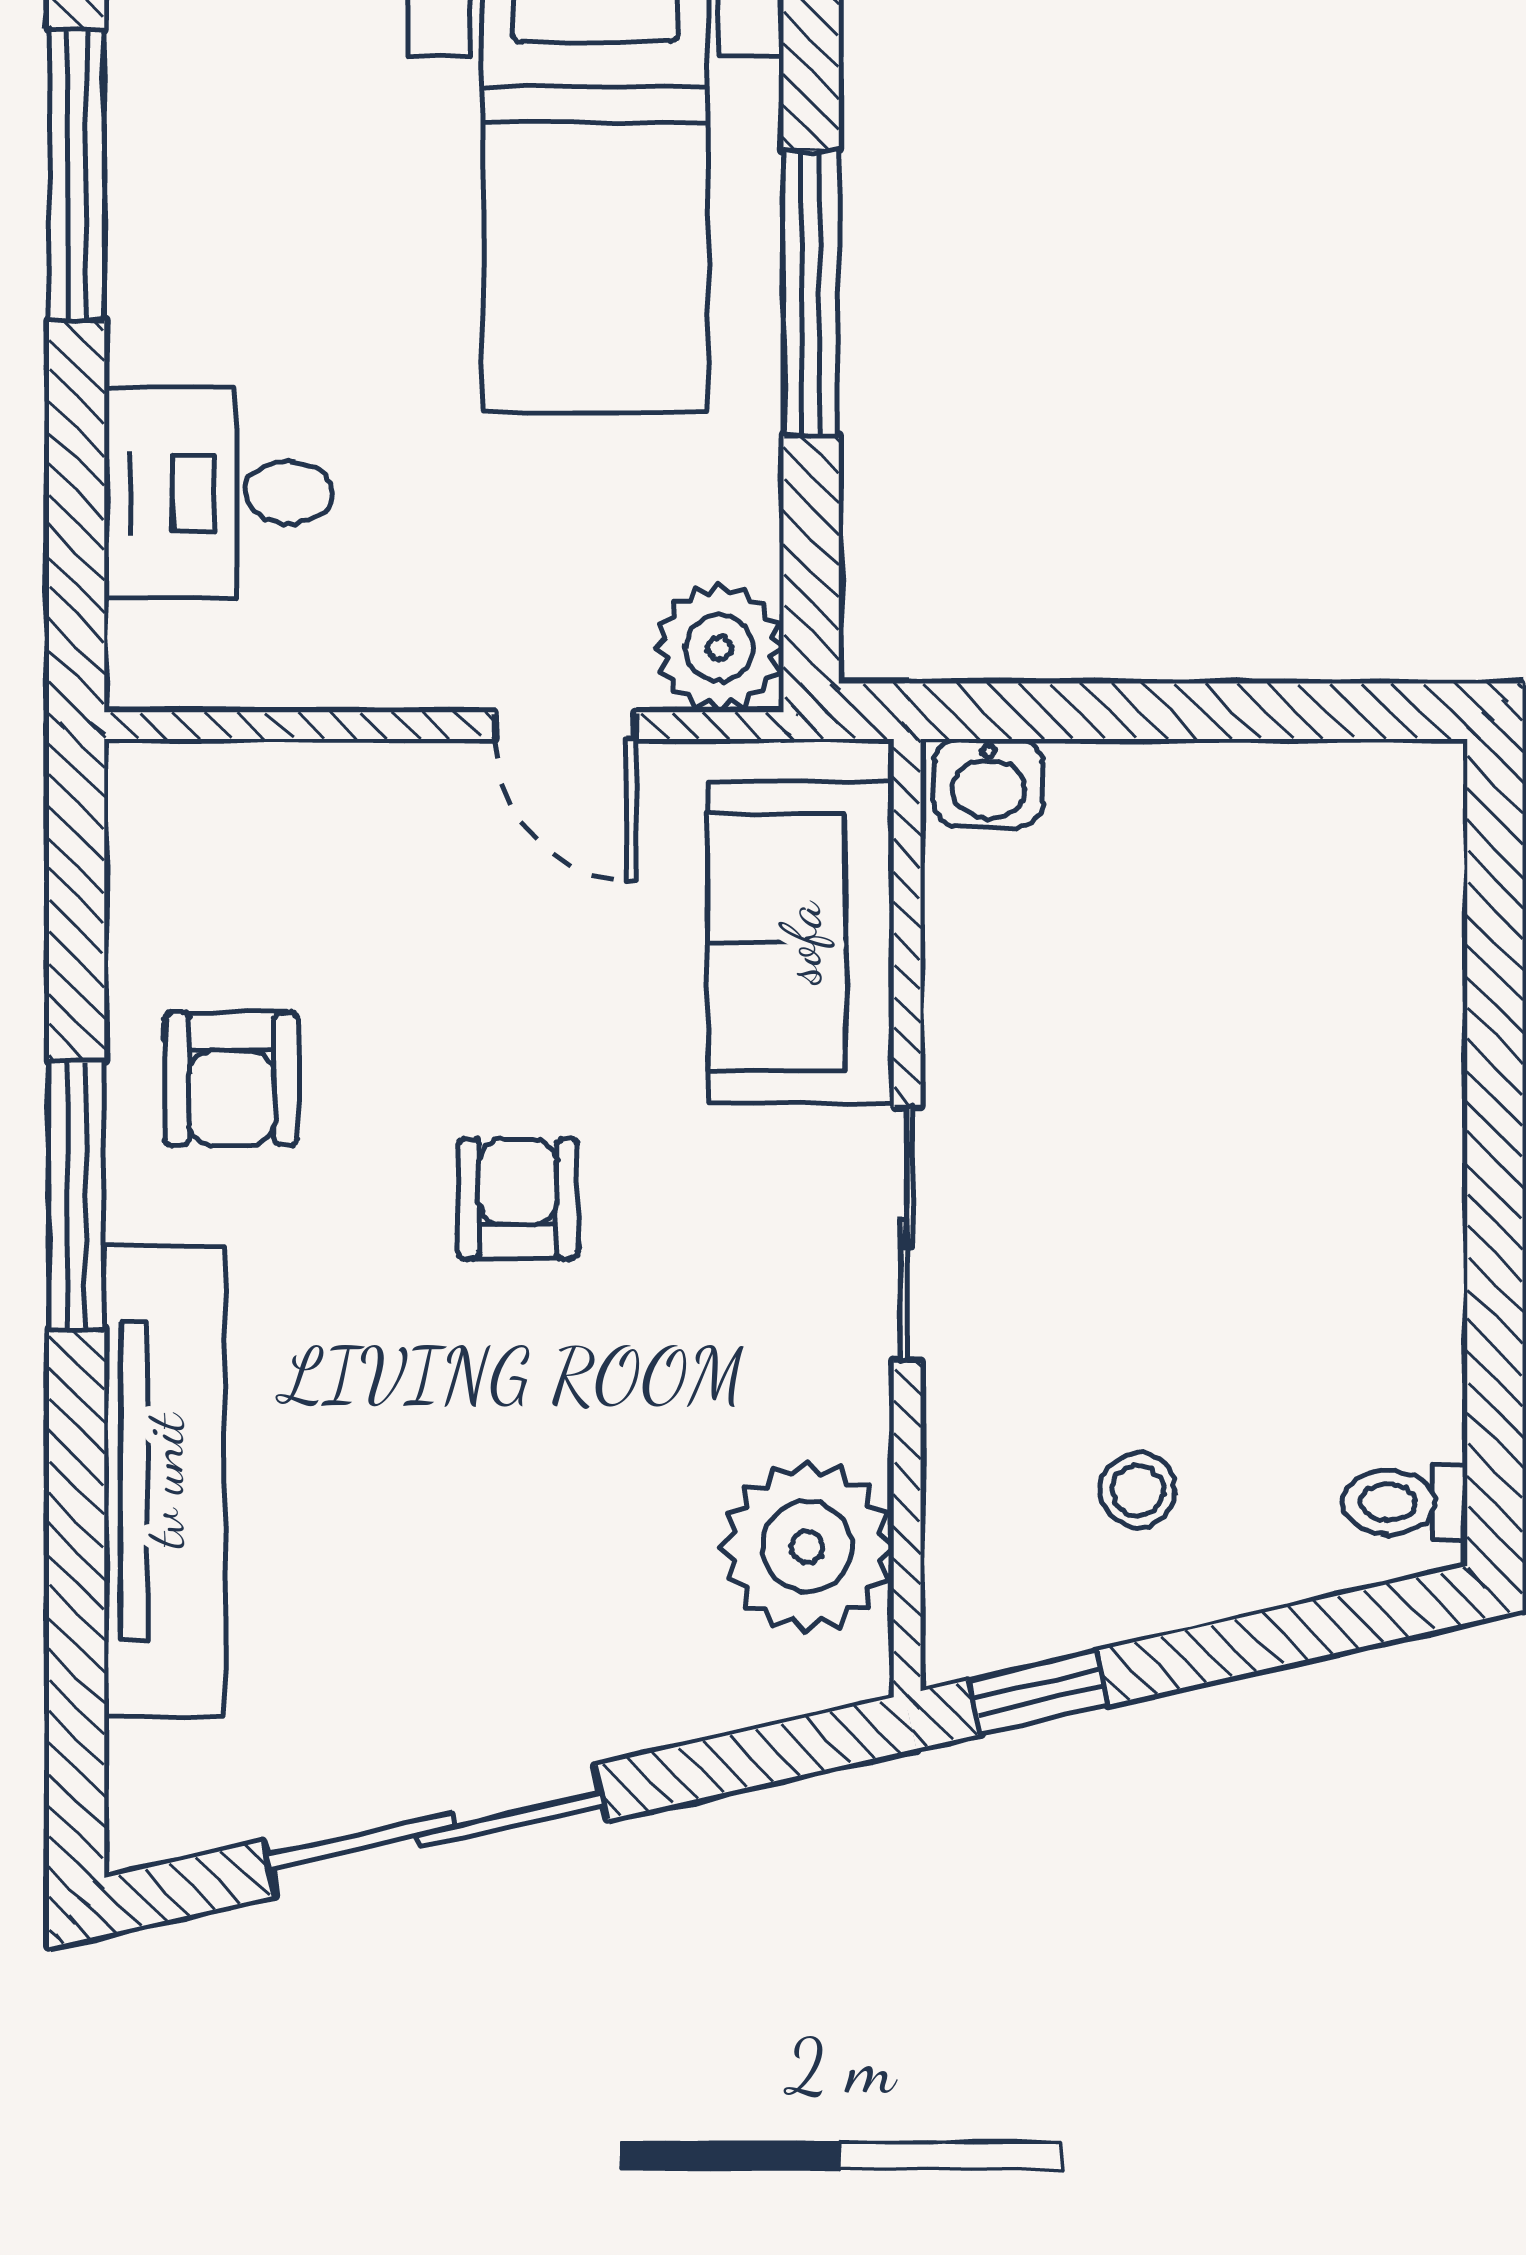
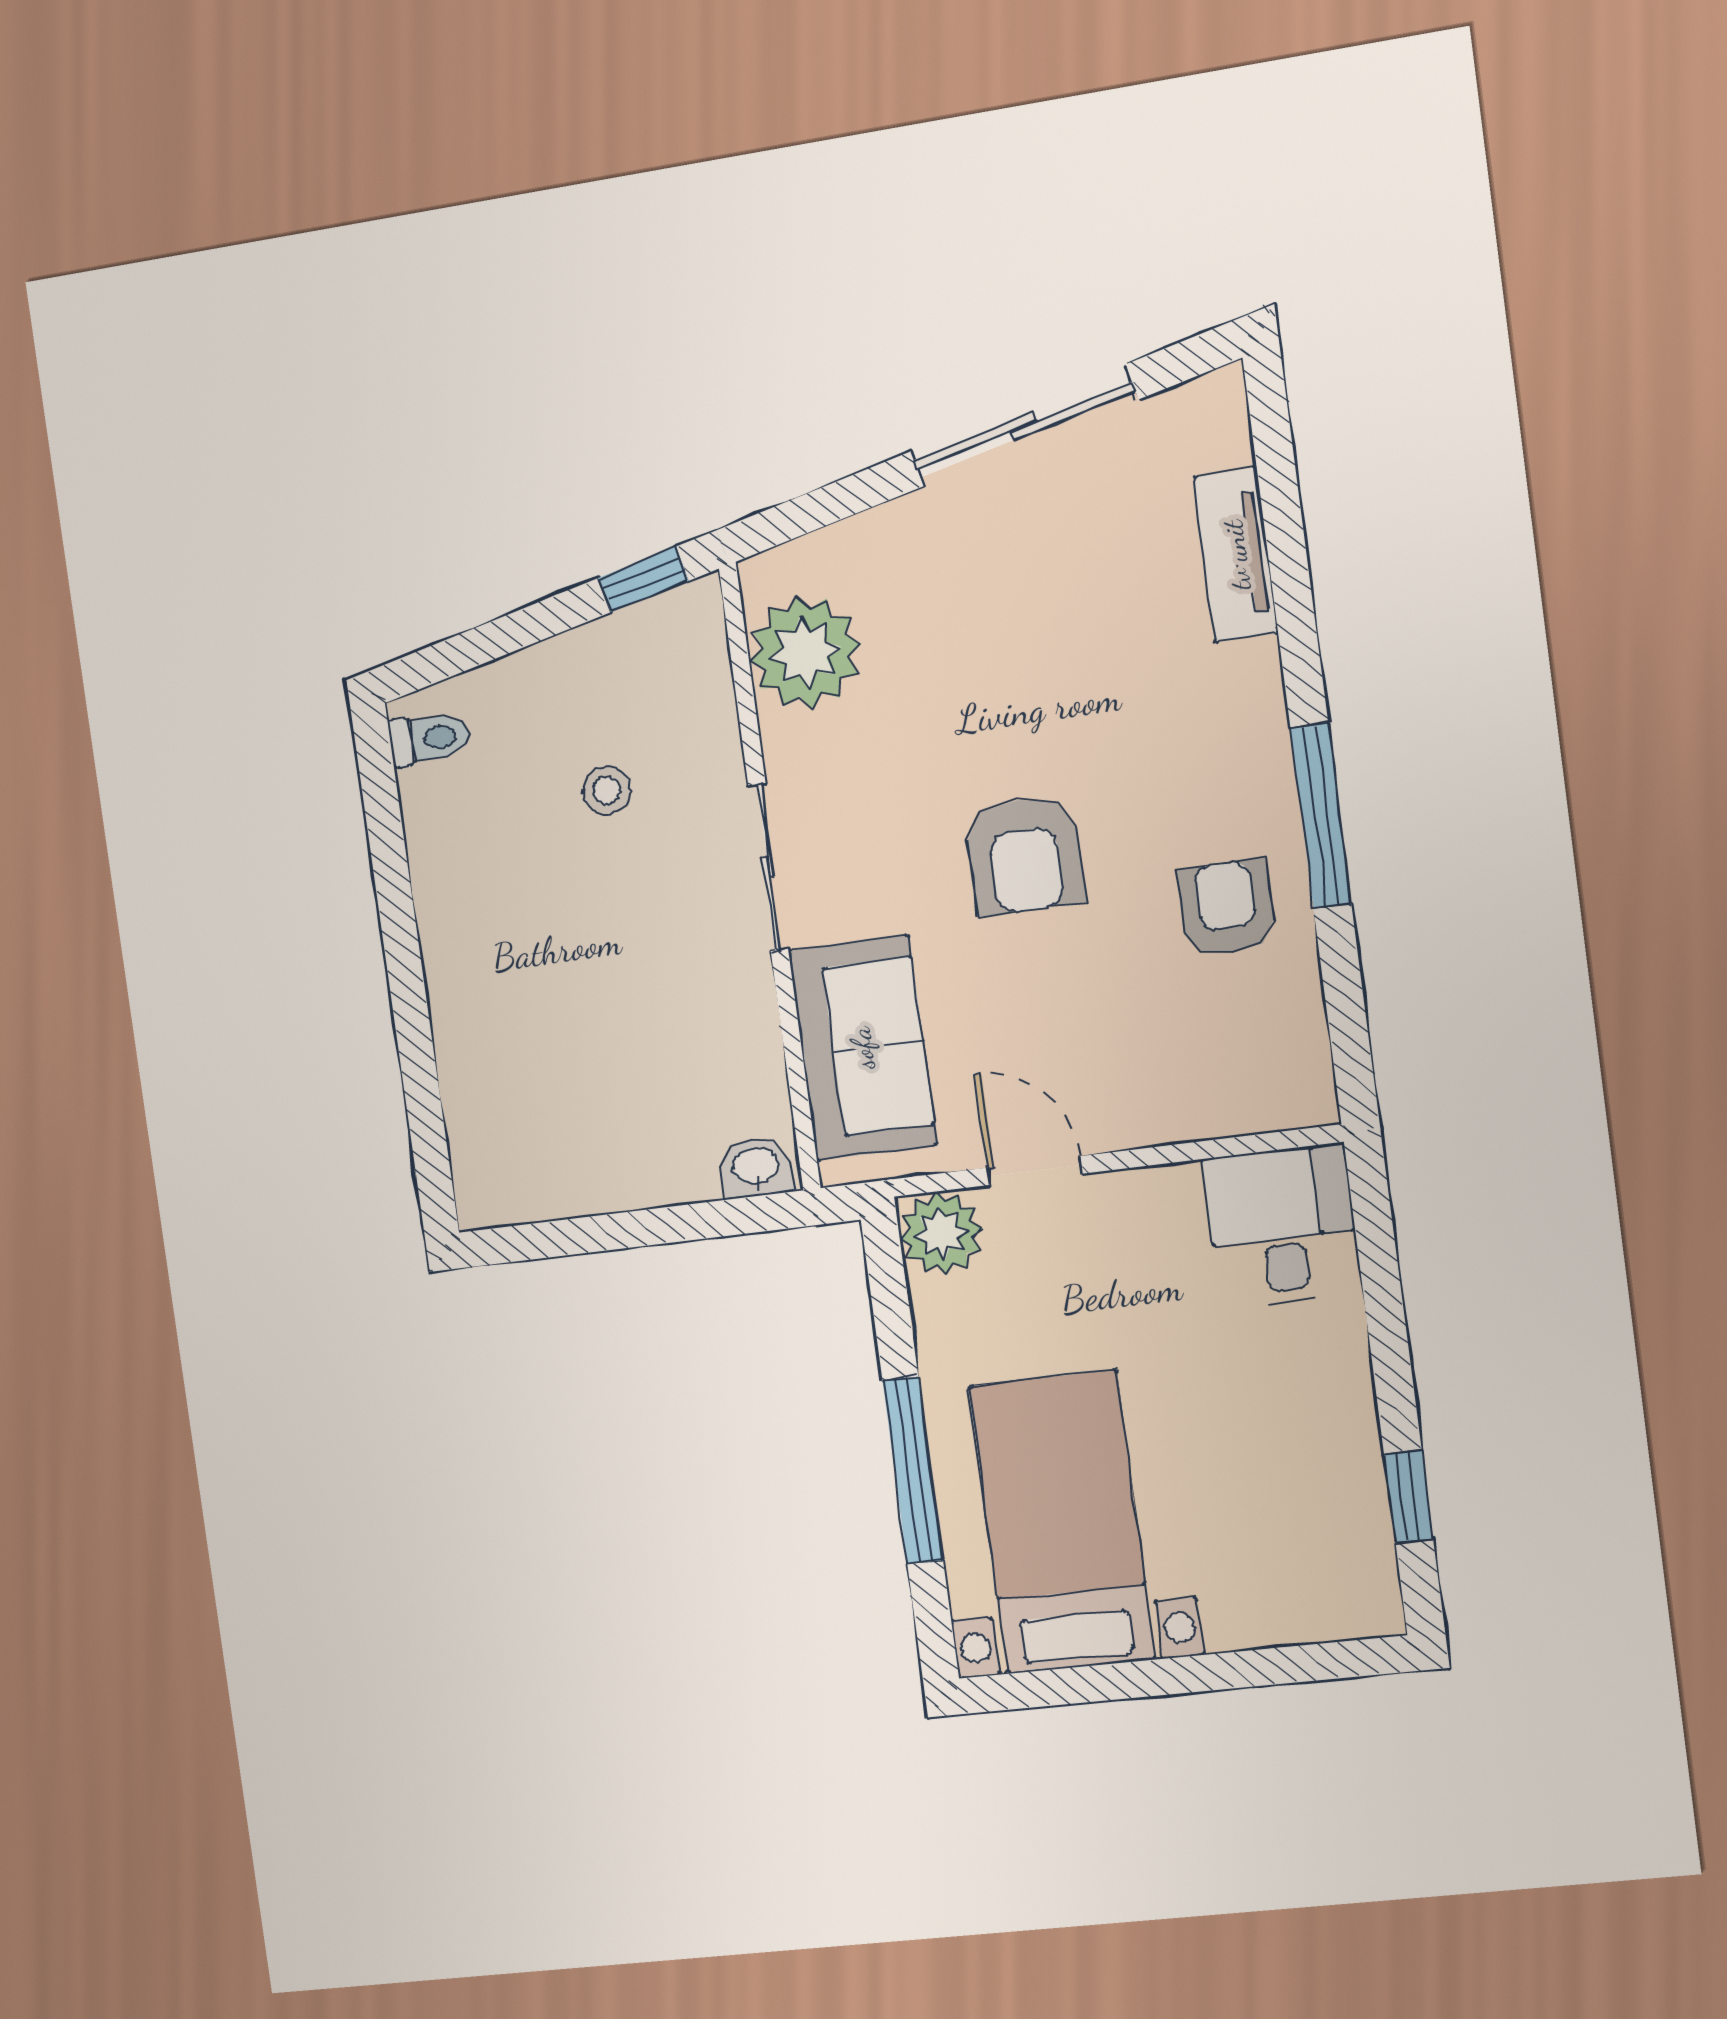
window: (77, 175) -> (1408, 1496), width x0.46
desk: (218, 493) -> (1282, 1226), moved, turned -90
armchair: (518, 1199) -> (1025, 855), width x1.38, depth x1.38
tv unit: (164, 1481) -> (1236, 555), width x0.52, depth x0.78
stool: (1138, 1490) -> (607, 790), moved

